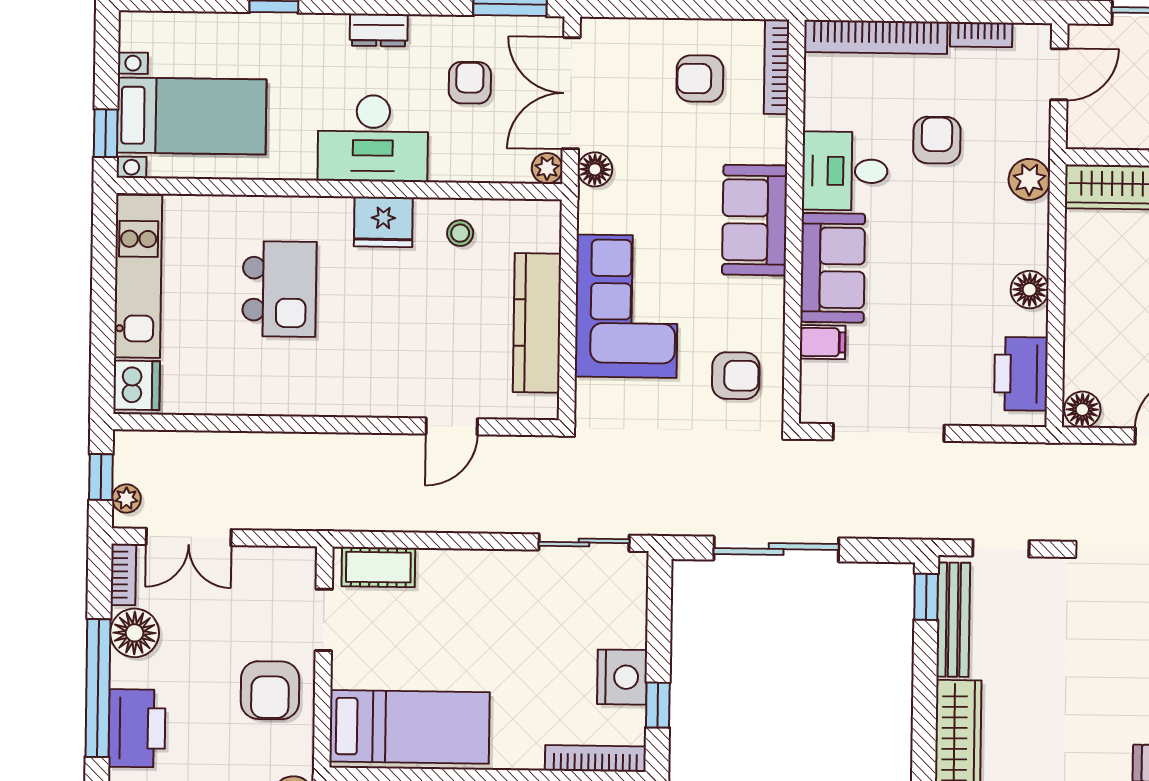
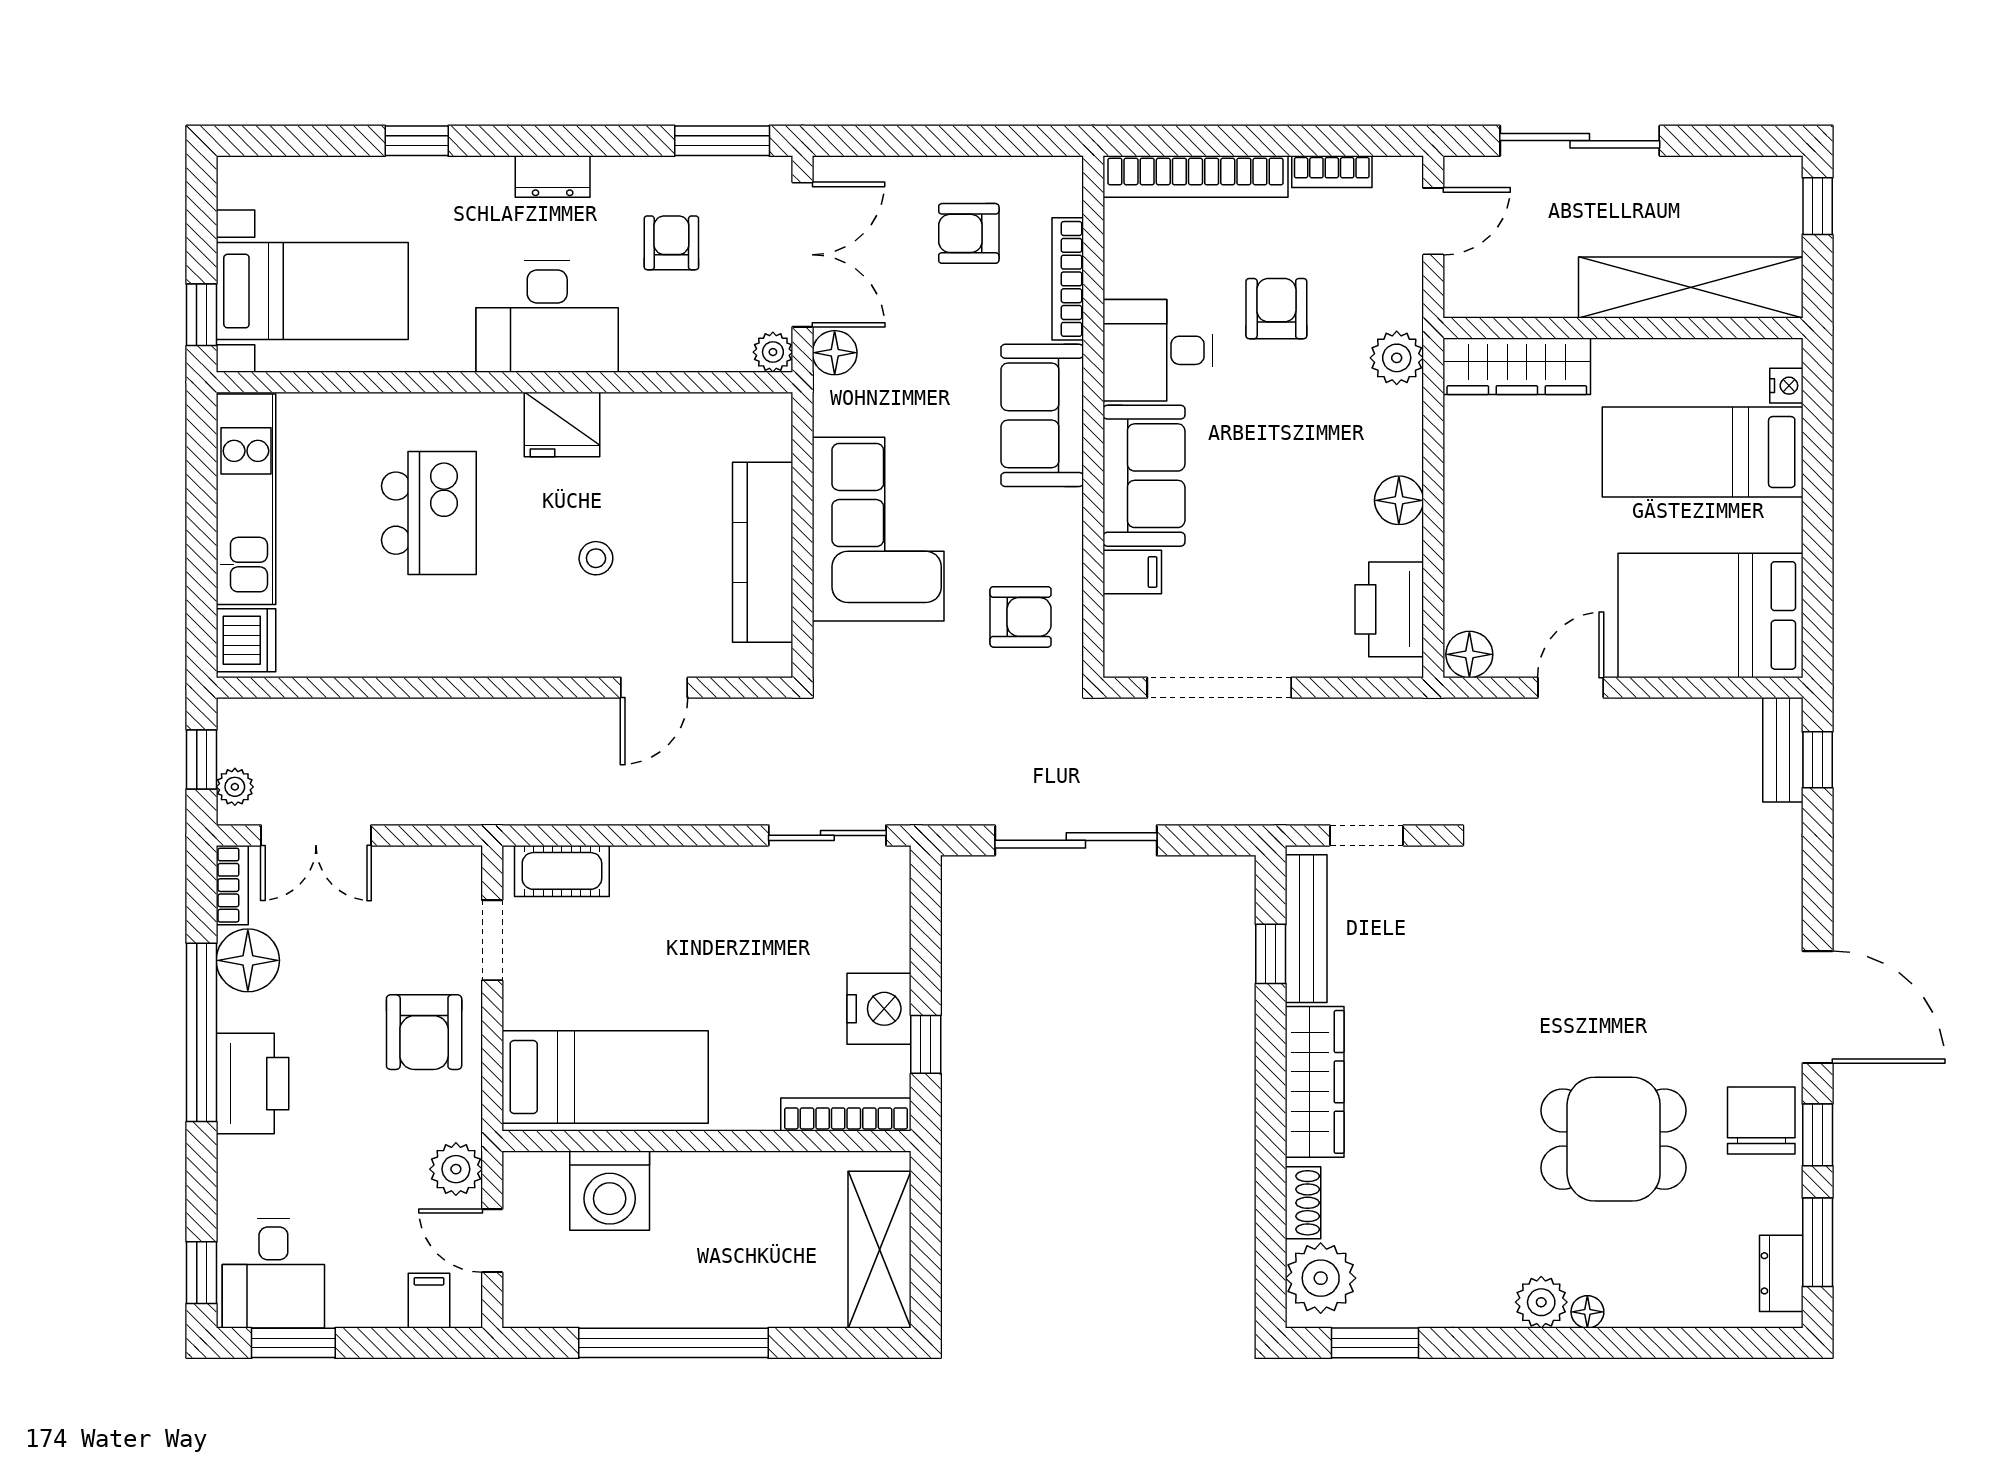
bookcase: (777, 67) -> (1068, 279), moved
double door: (571, 93) -> (803, 255), swing flipped
stool: (460, 233) -> (596, 558), moved
window: (926, 597) -> (1271, 954), moved

